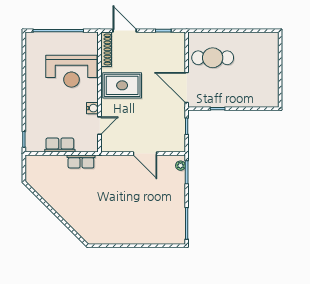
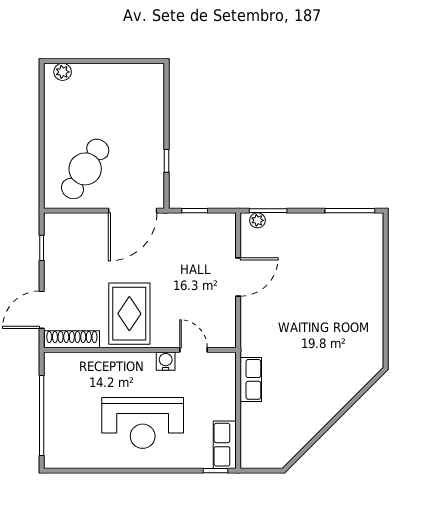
plant: (273, 44) -> (63, 72), added
cafe table: (213, 58) -> (85, 169), turned 33
reception desk: (71, 71) -> (143, 423), moved, turned 90
row of seats: (60, 145) -> (225, 445), moved

